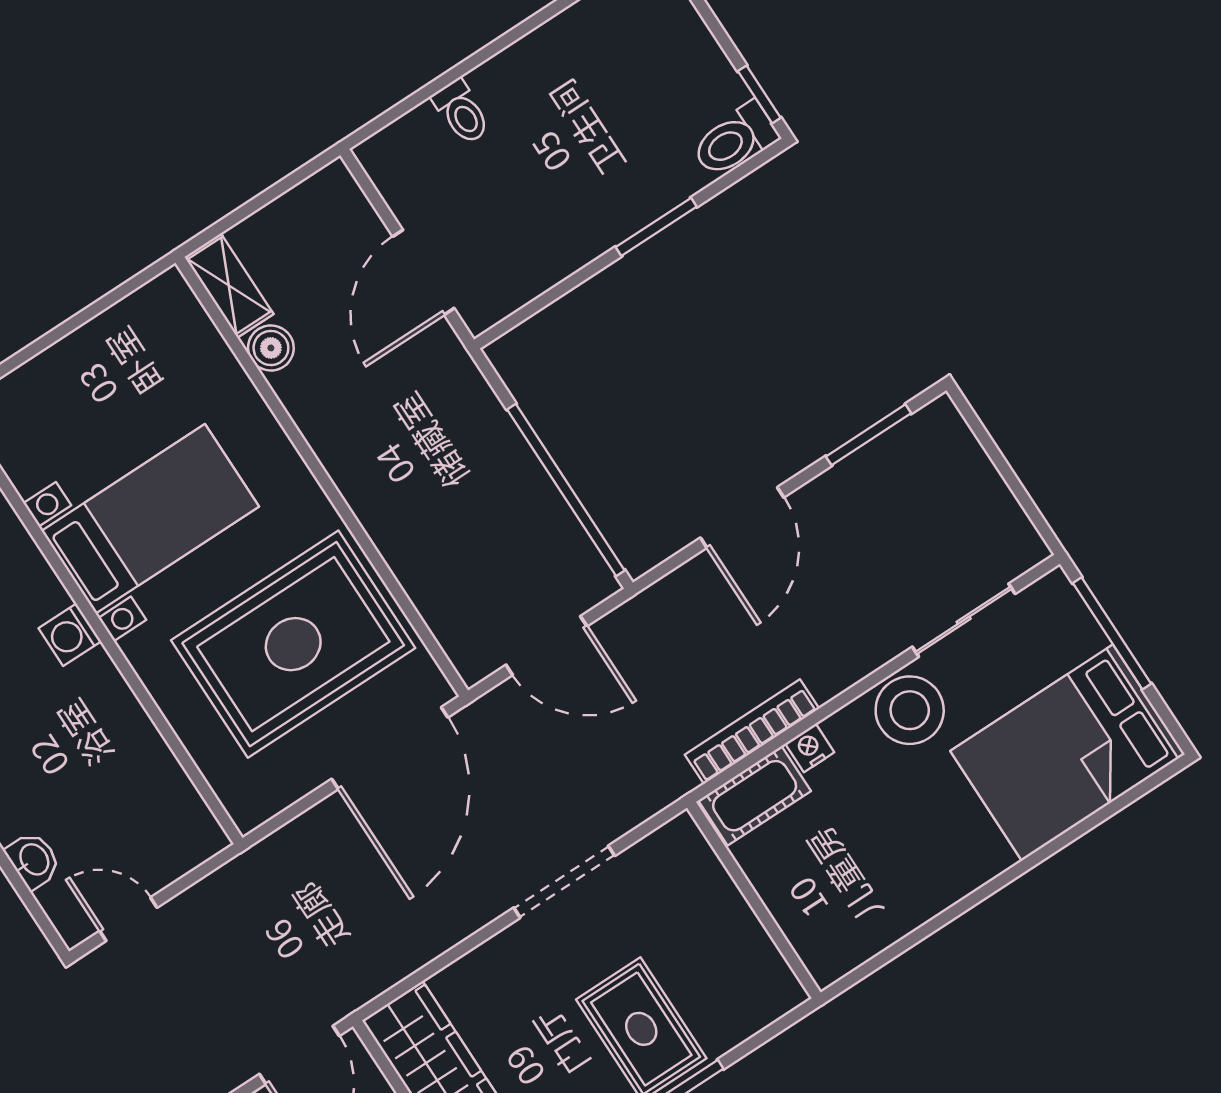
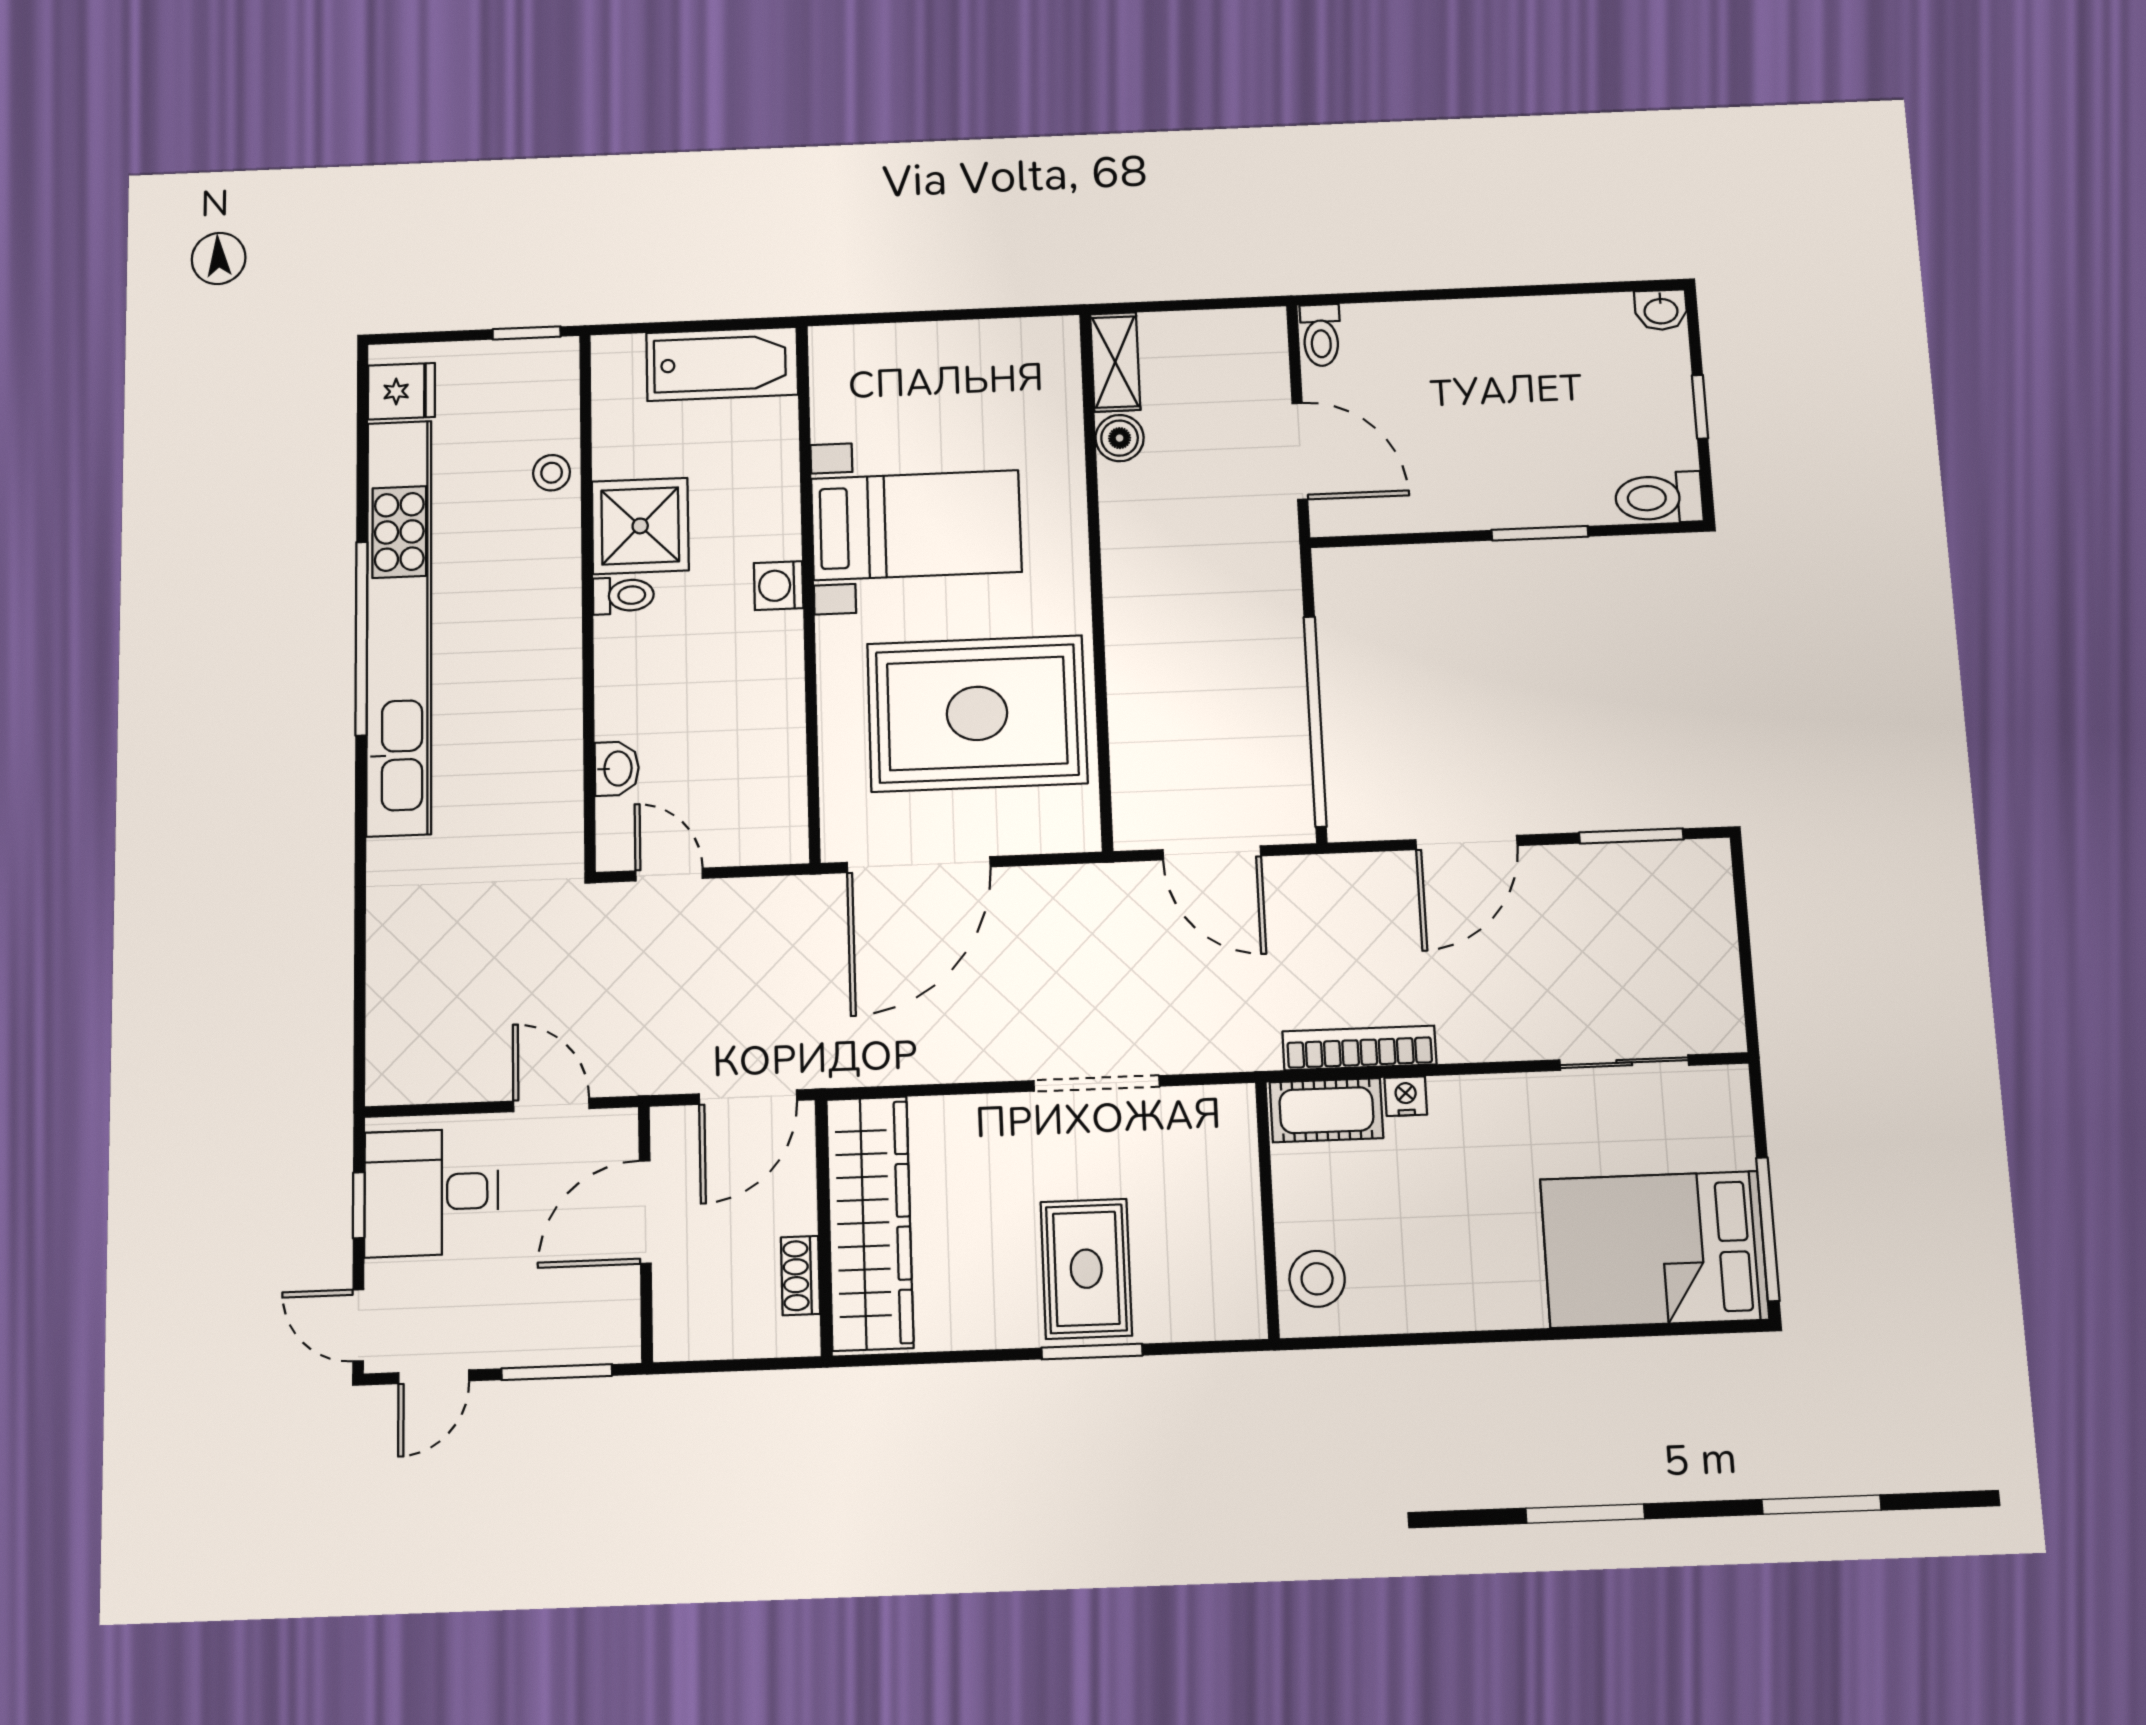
window: (759, 94) -> (1700, 407), moved
toilet: (461, 112) -> (1321, 335), moved
door: (423, 272) -> (1300, 451), swing flipped
window: (1112, 633) -> (1768, 1229), moved
stool: (910, 710) -> (1317, 1279), moved, width x0.73, depth x0.73
door: (390, 748) -> (919, 865), moved

